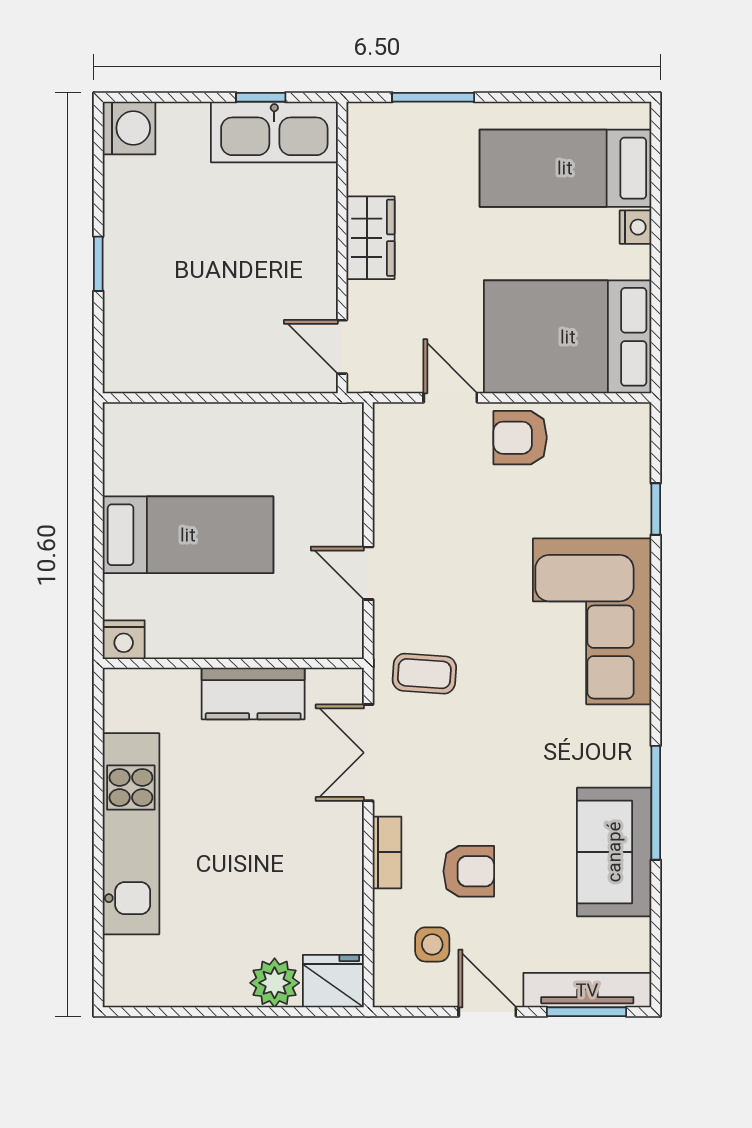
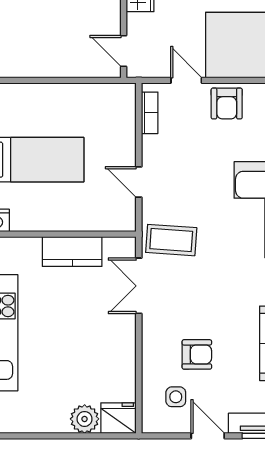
armchair: (520, 438) -> (227, 104), turned -90
coffee table: (424, 674) -> (171, 240), width x1.36, depth x1.30
bookcase: (387, 852) -> (150, 113), moved

